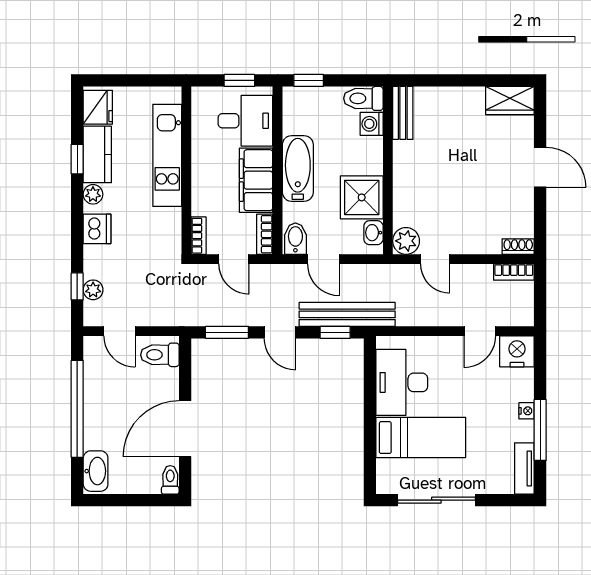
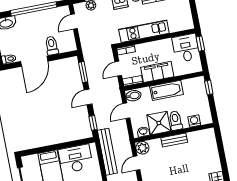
window: (239, 80) -> (200, 44), moved
toilet: (363, 98) -> (176, 121), moved
bench: (403, 113) -> (174, 140), moved
desk: (245, 121) -> (186, 48), moved, turned 180
kitchen unit: (167, 155) -> (144, 31), moved
bench: (347, 314) -> (107, 152), moved
toilet: (160, 355) -> (52, 46), moved
door: (185, 429) -> (34, 61), swing flipped

